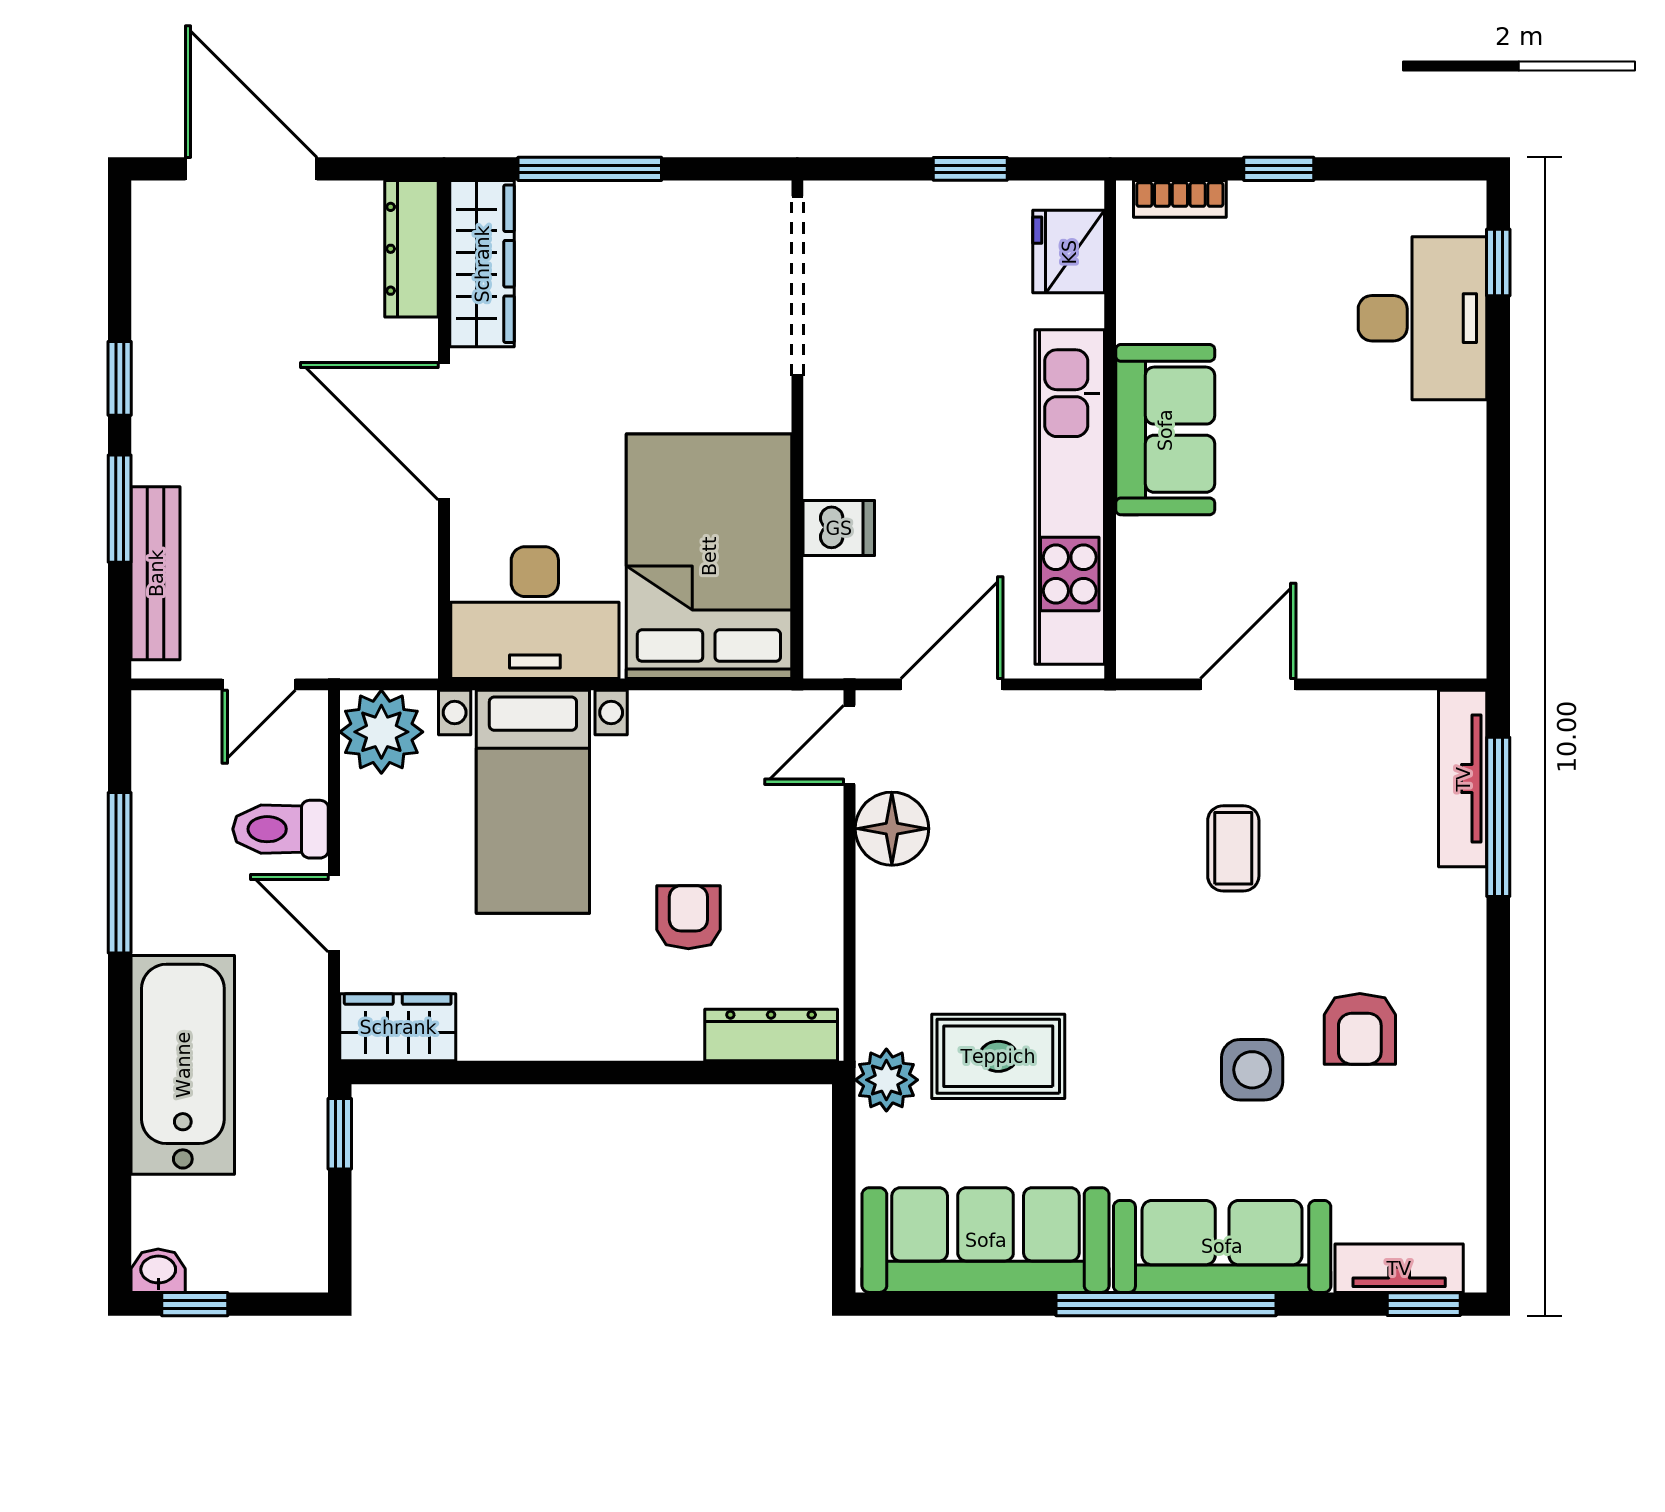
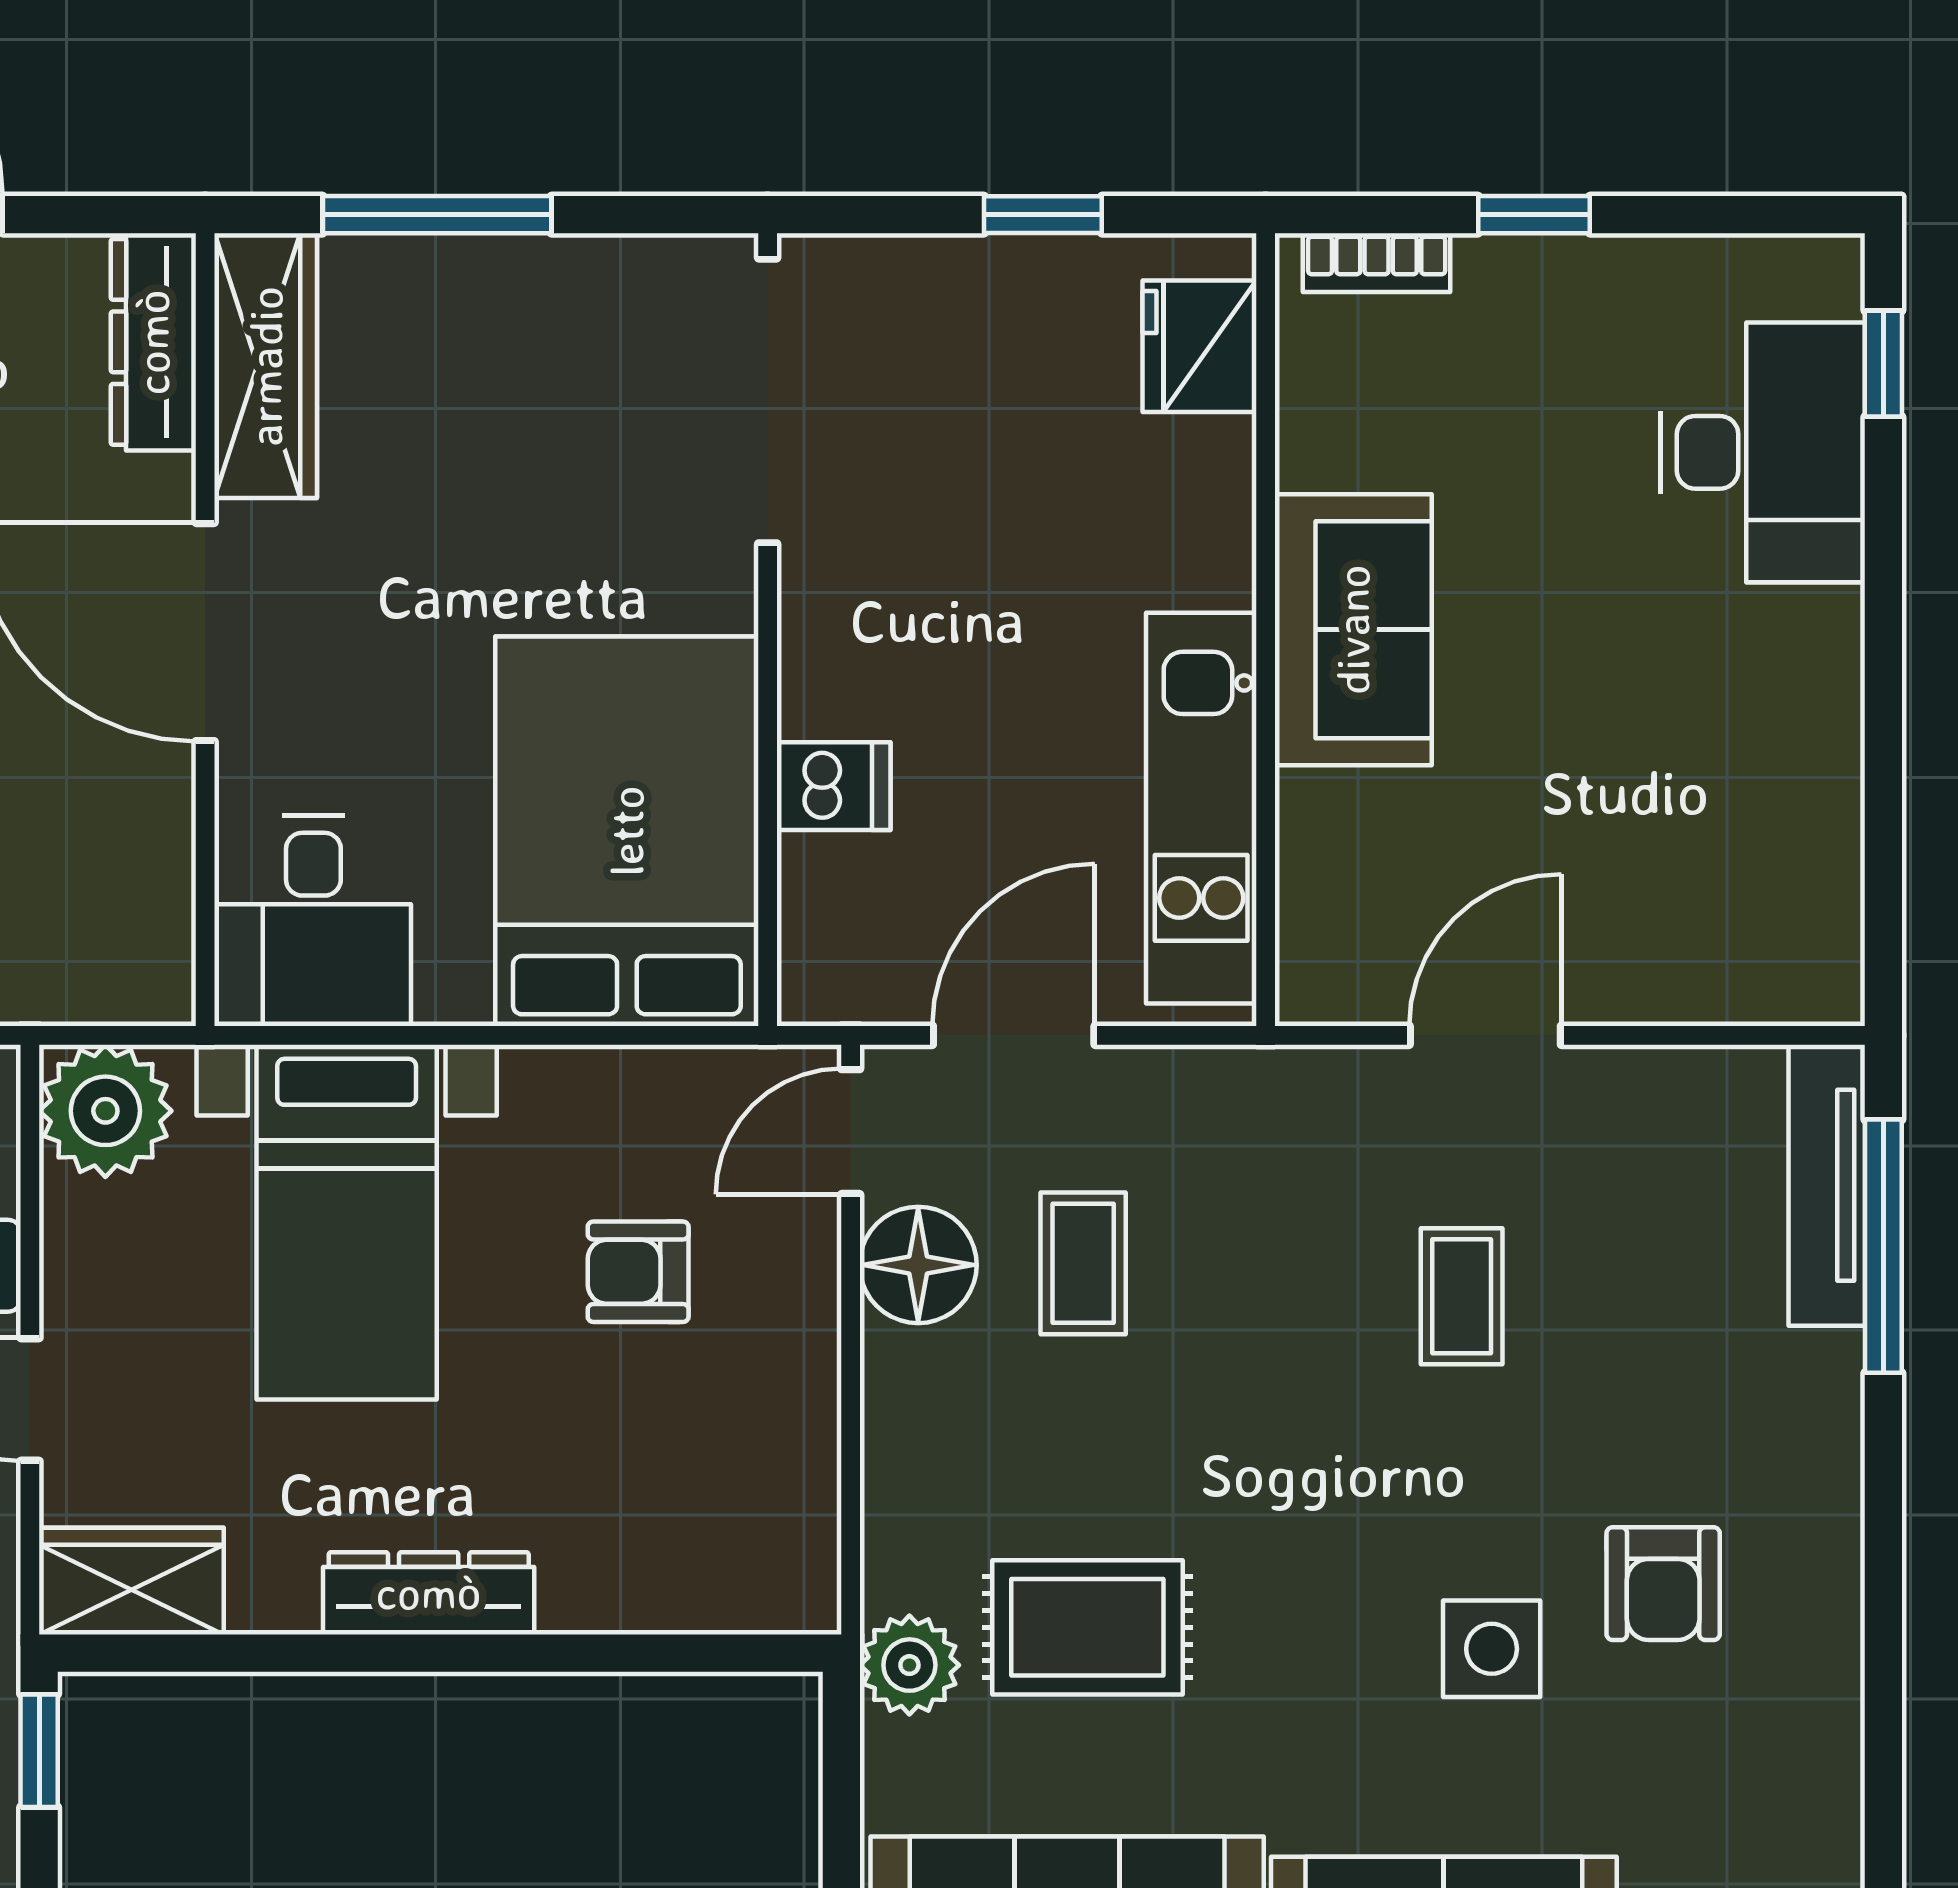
kitchen unit: (1070, 497) -> (1201, 808), width x0.73
desk: (535, 613) -> (313, 921), width x0.73
coffee table: (996, 828) -> (1083, 1263), added
armchair: (688, 917) -> (638, 1272), moved, turned -90
dresser: (771, 1035) -> (429, 1593), moved

